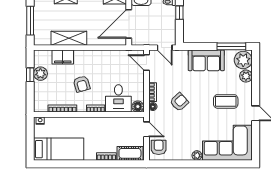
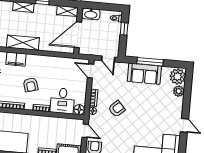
window: (231, 46) -> (150, 62), moved
coffee table: (226, 101) -> (158, 112), removed

